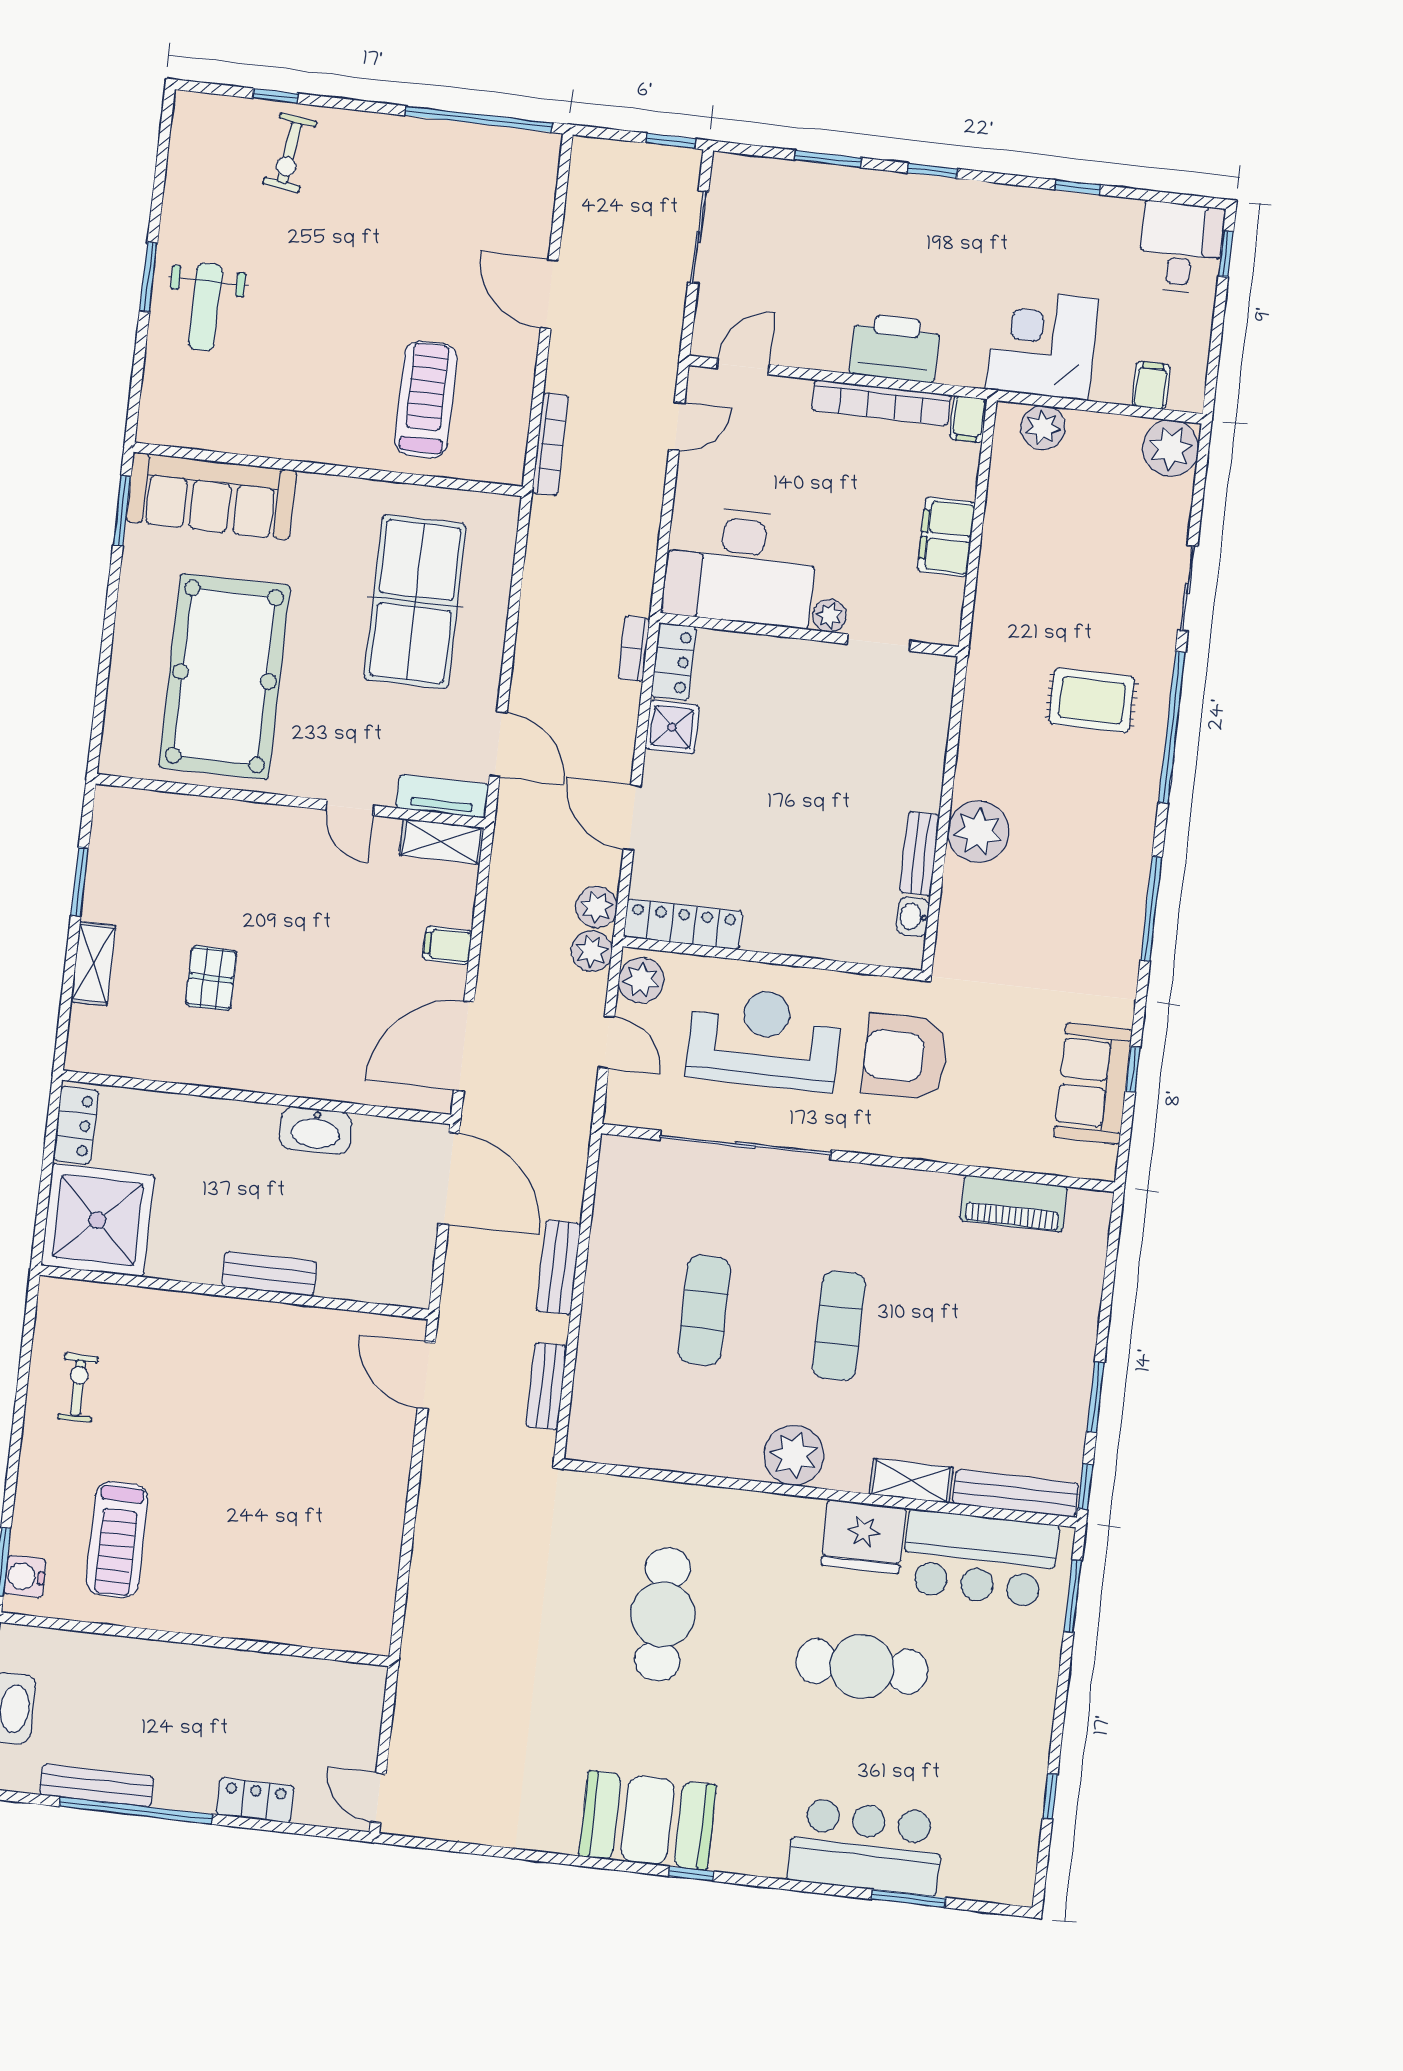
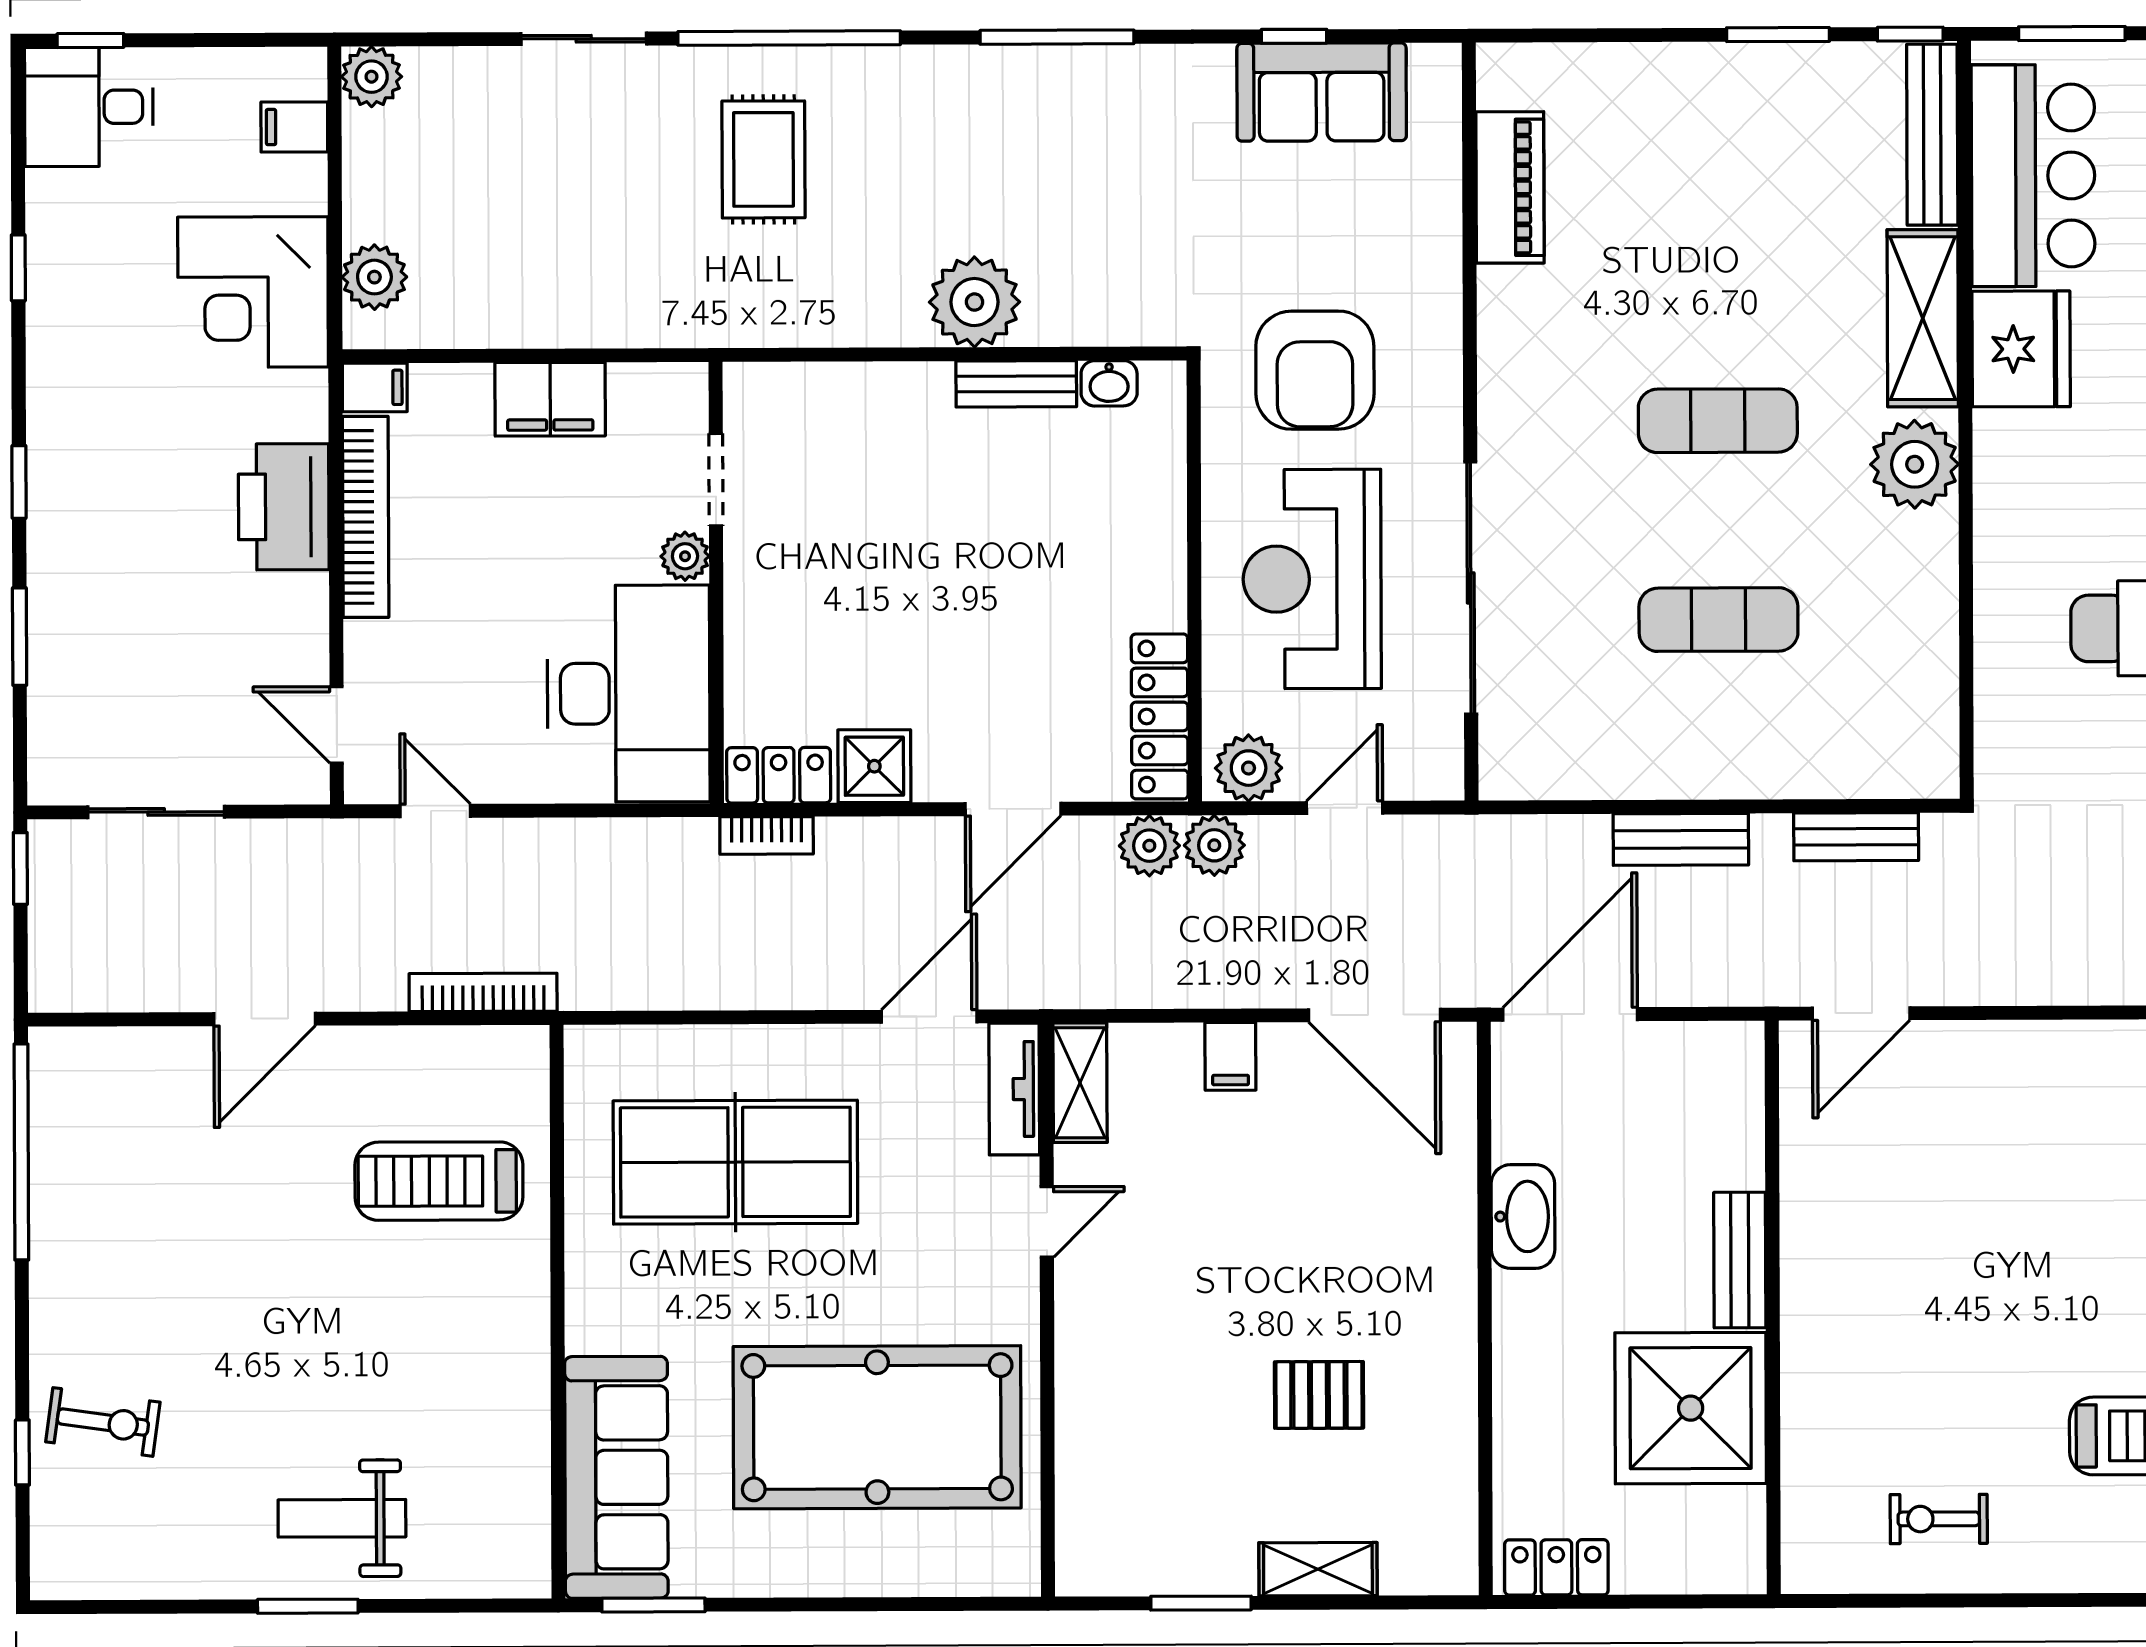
weight bench: (205, 307) -> (342, 1518), turned 180
plant: (1171, 448) -> (372, 77), width x0.73, depth x0.73
shower: (98, 1220) -> (1691, 1408), moved
shelving: (911, 1481) -> (1923, 318), width x1.50, depth x1.33

